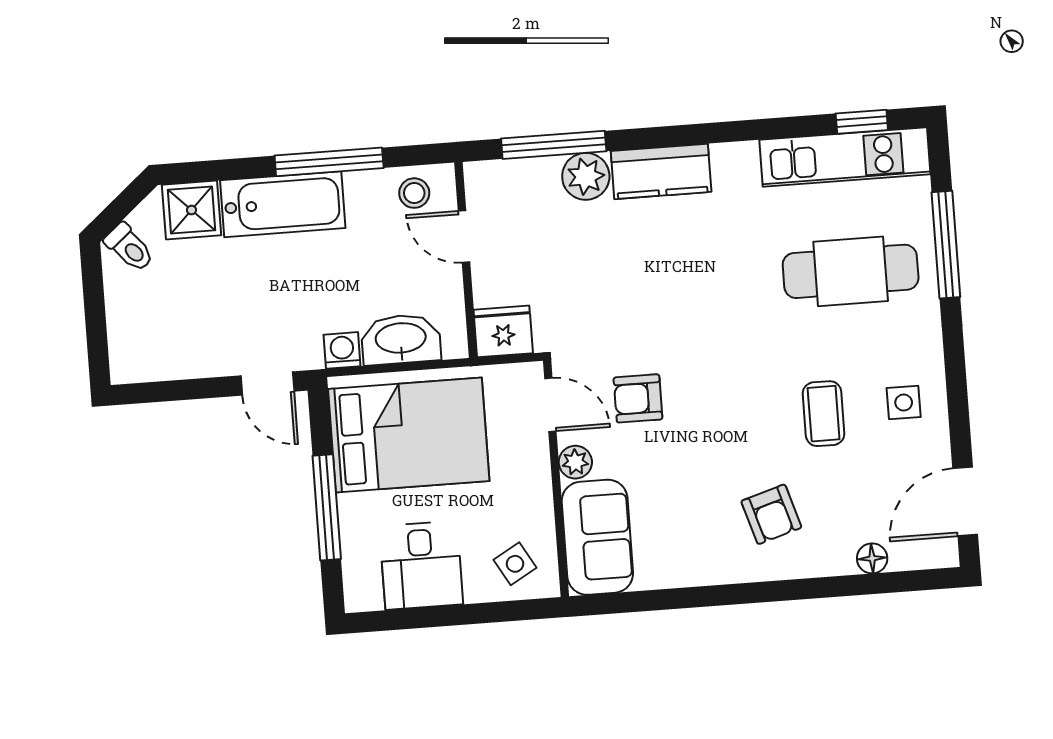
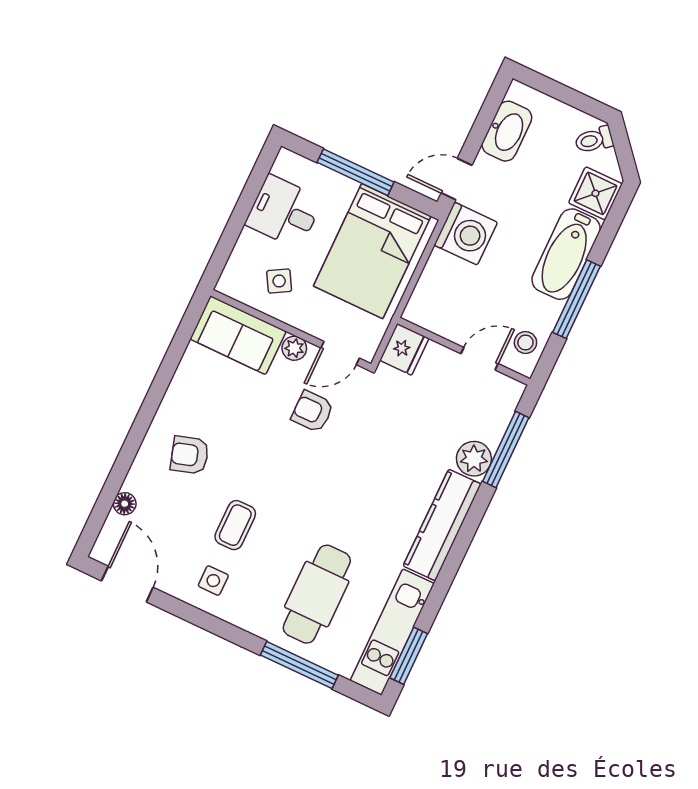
window: (862, 122) -> (409, 656), width x1.50
kitchen counter: (661, 171) -> (442, 525), width x1.50
washbasin: (401, 339) -> (507, 131), moved
washing machine: (342, 350) -> (466, 234), width x1.89, depth x1.89
armchair: (638, 398) -> (312, 412), turned -90
coffee table: (824, 414) -> (235, 525), turned 90
side table: (515, 564) -> (279, 281), moved

